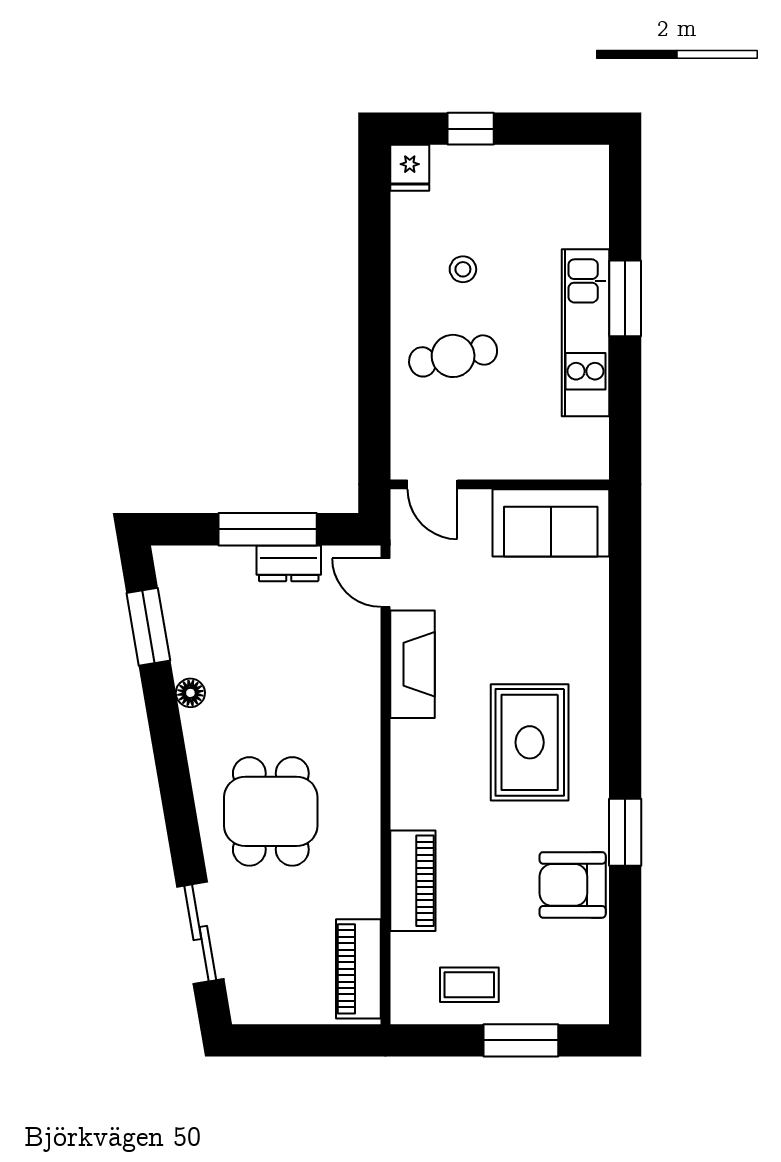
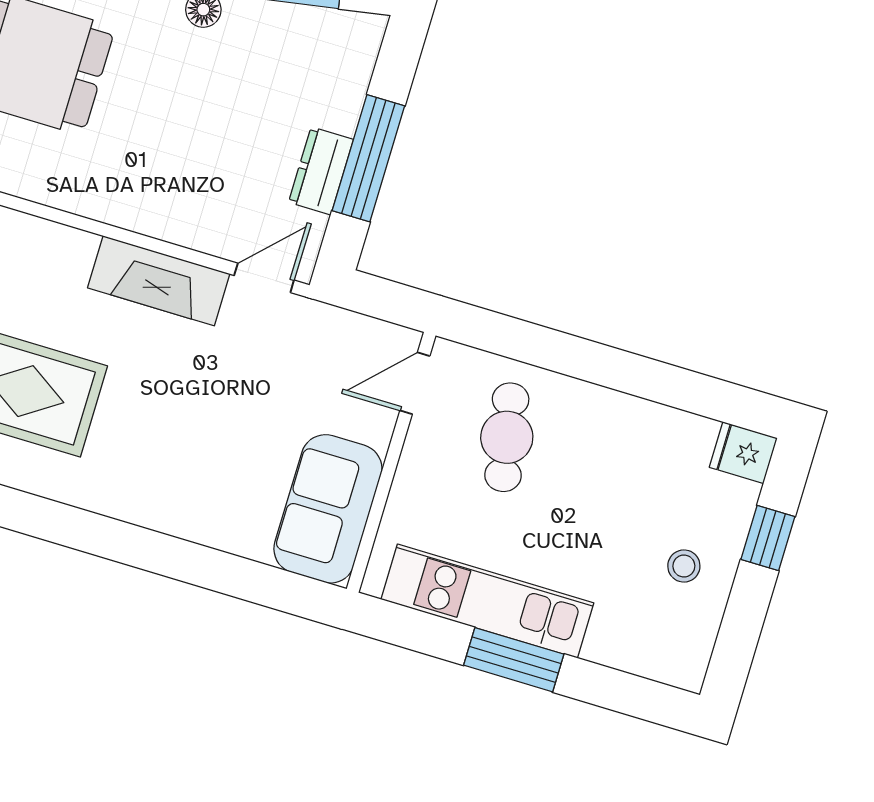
stool: (463, 269) -> (684, 566), moved
door: (432, 484) -> (415, 383), moved
wall: (500, 484) -> (391, 462), moved
sofa: (551, 523) -> (328, 509), moved

